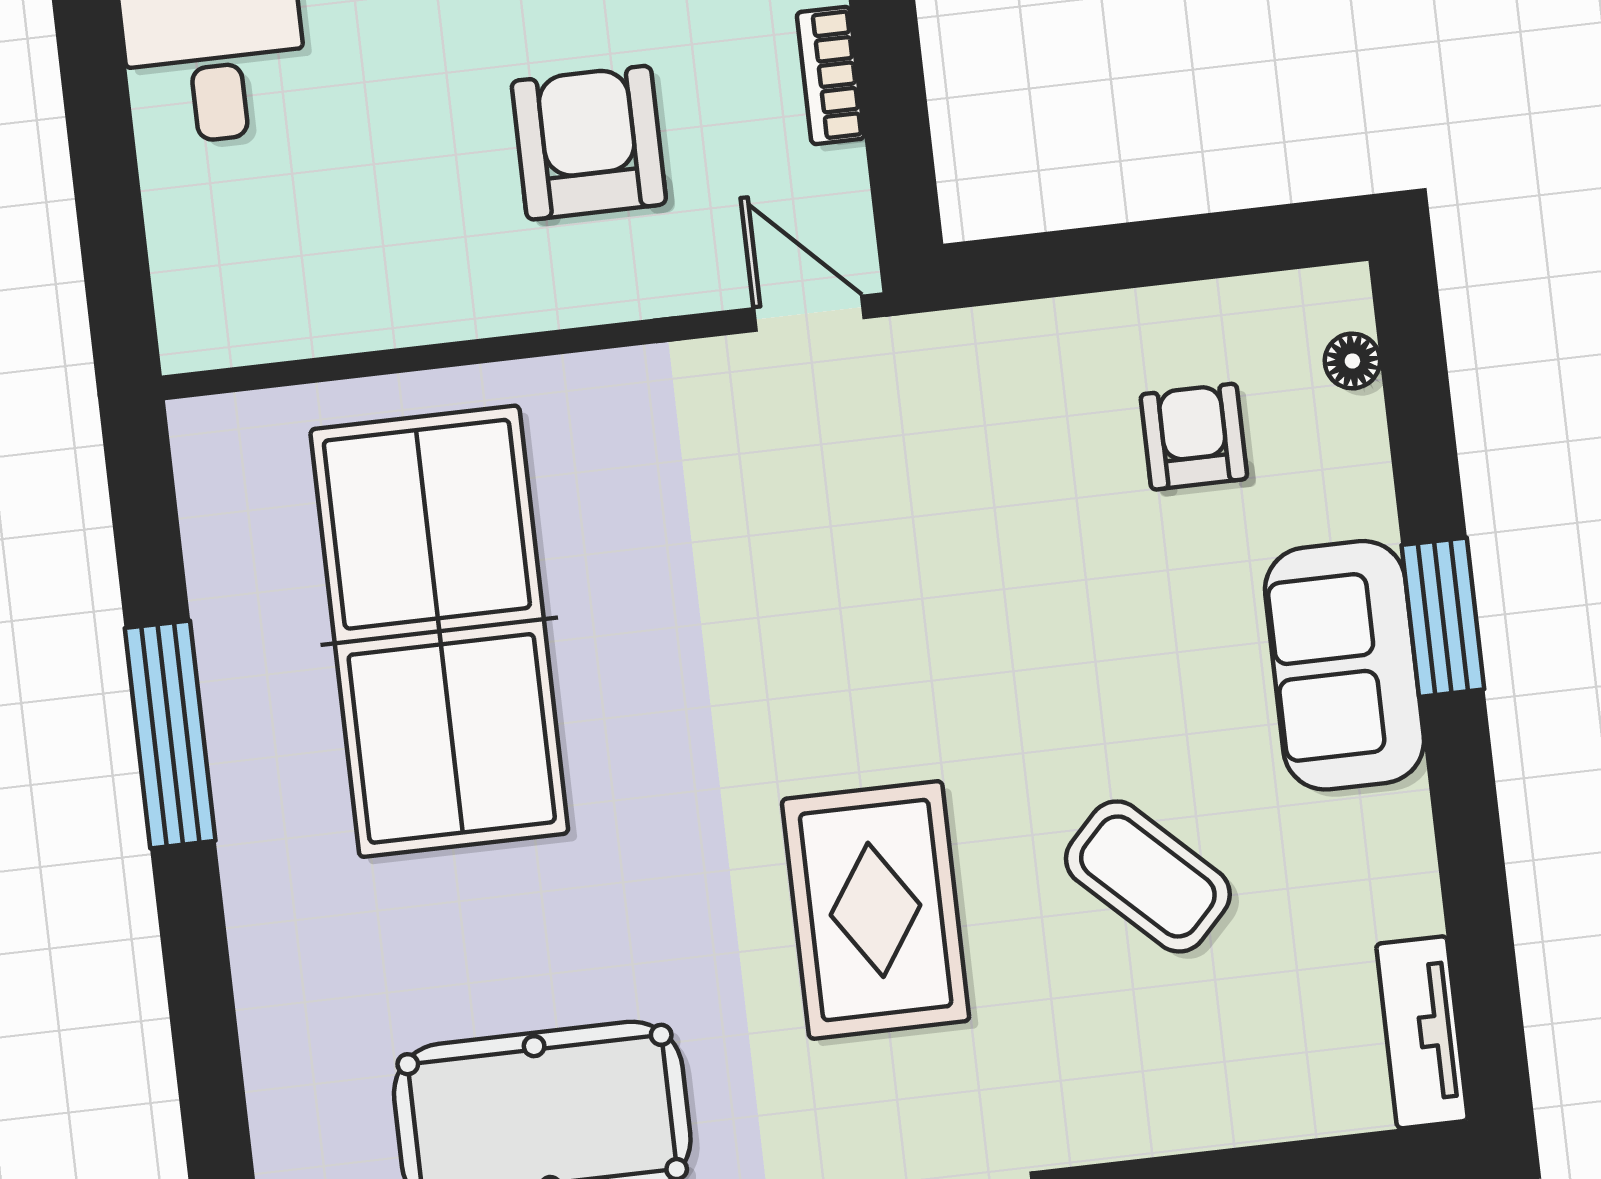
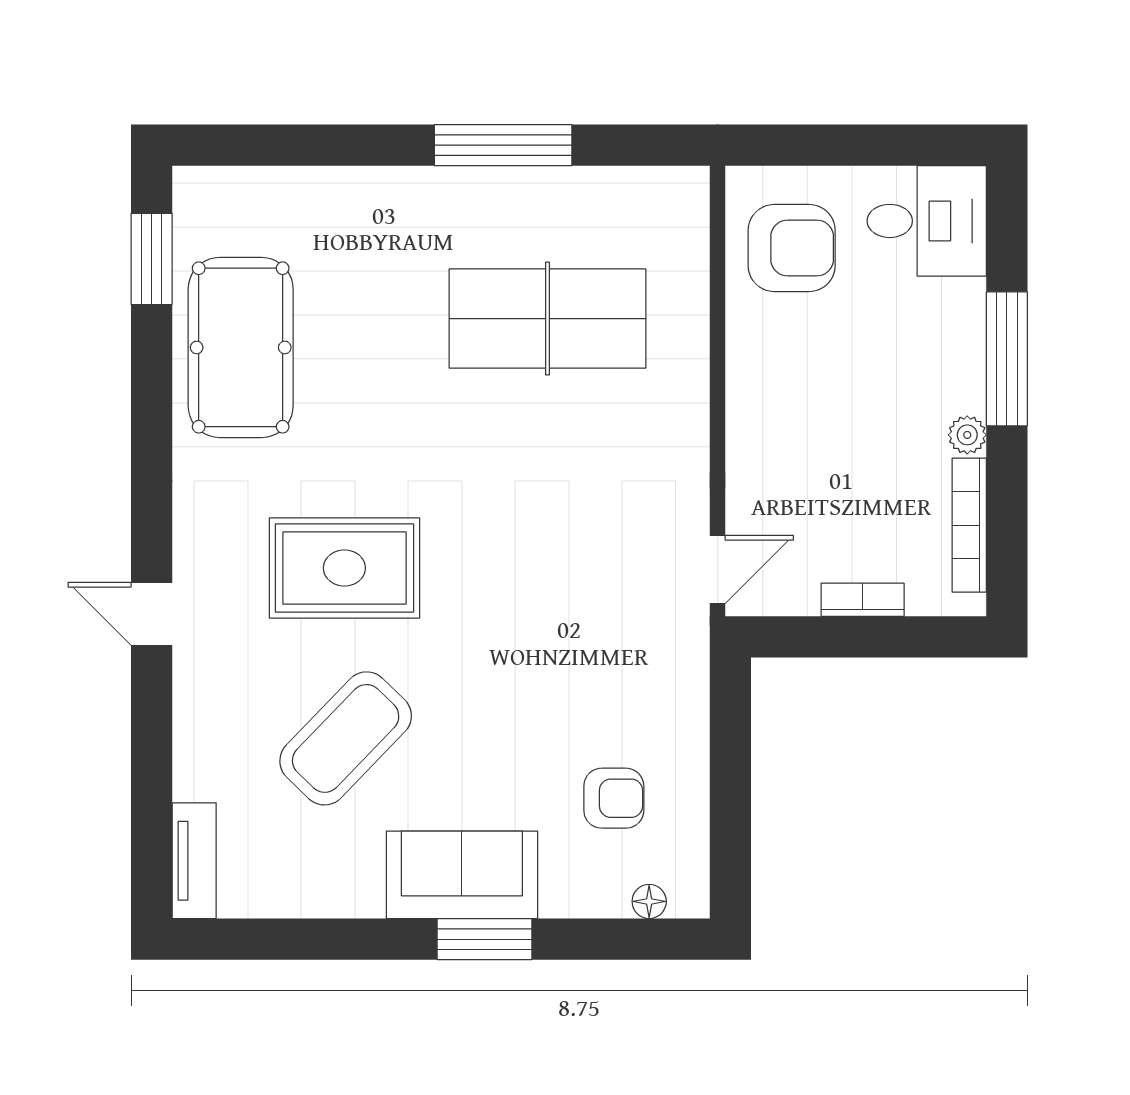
armchair: (589, 143) -> (792, 248), moved
table tennis table: (439, 631) -> (548, 319), width x0.73, depth x0.76
coffee table: (1148, 876) -> (346, 738), width x1.36, depth x1.32
tv unit: (1422, 1032) -> (194, 861), moved, turned 90

